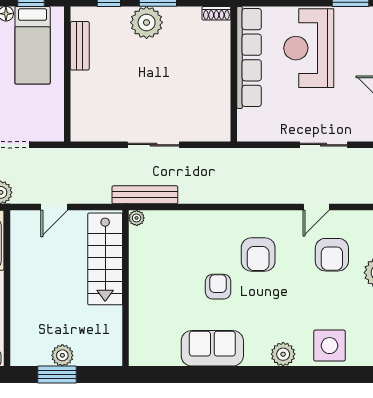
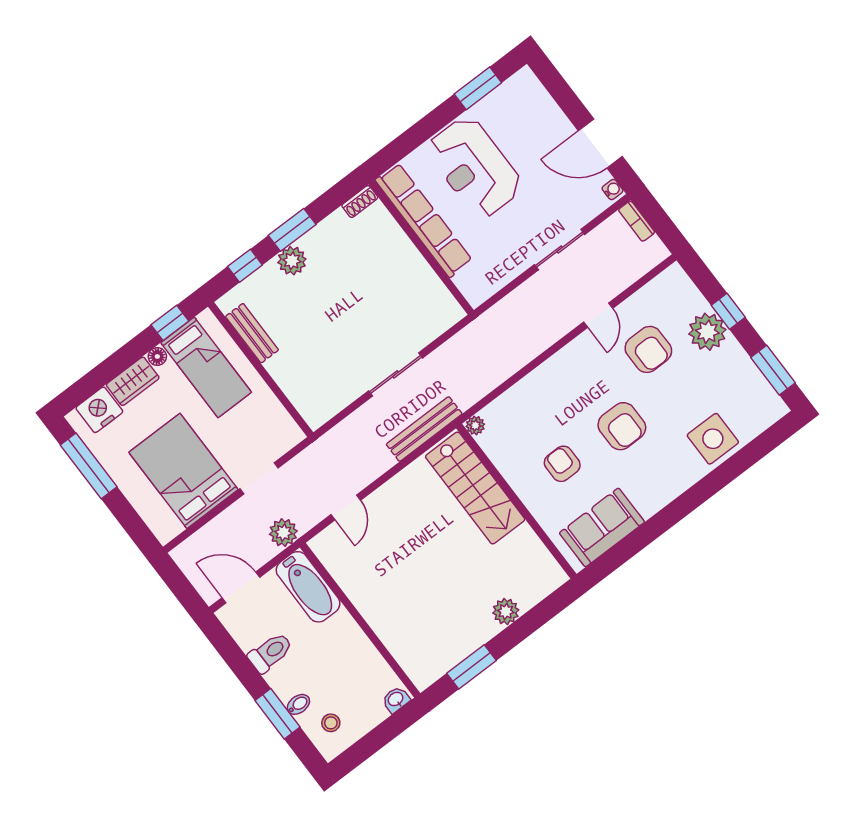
plant: (147, 22) -> (292, 261), width x0.73, depth x0.73
plant: (137, 218) -> (475, 425), moved
armchair: (258, 254) -> (622, 426), moved
stairs: (105, 259) -> (475, 488), moved
wall: (126, 288) -> (516, 501), moved
plant: (283, 354) -> (674, 481), removed
plant: (62, 355) -> (506, 611), moved

